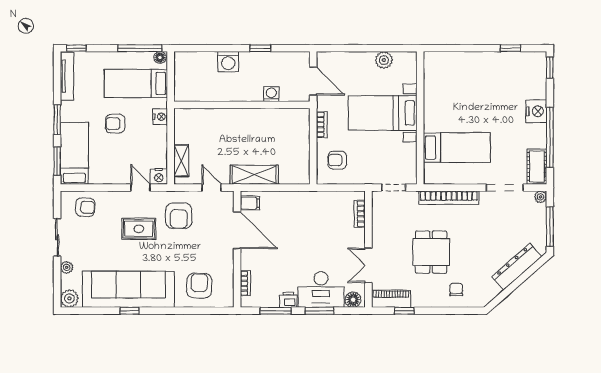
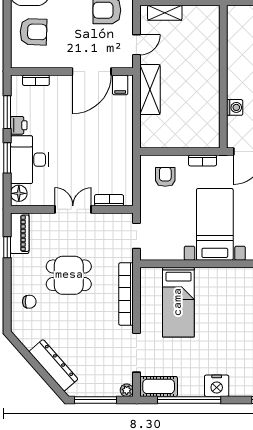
double door: (368, 265) -> (73, 209), moved

